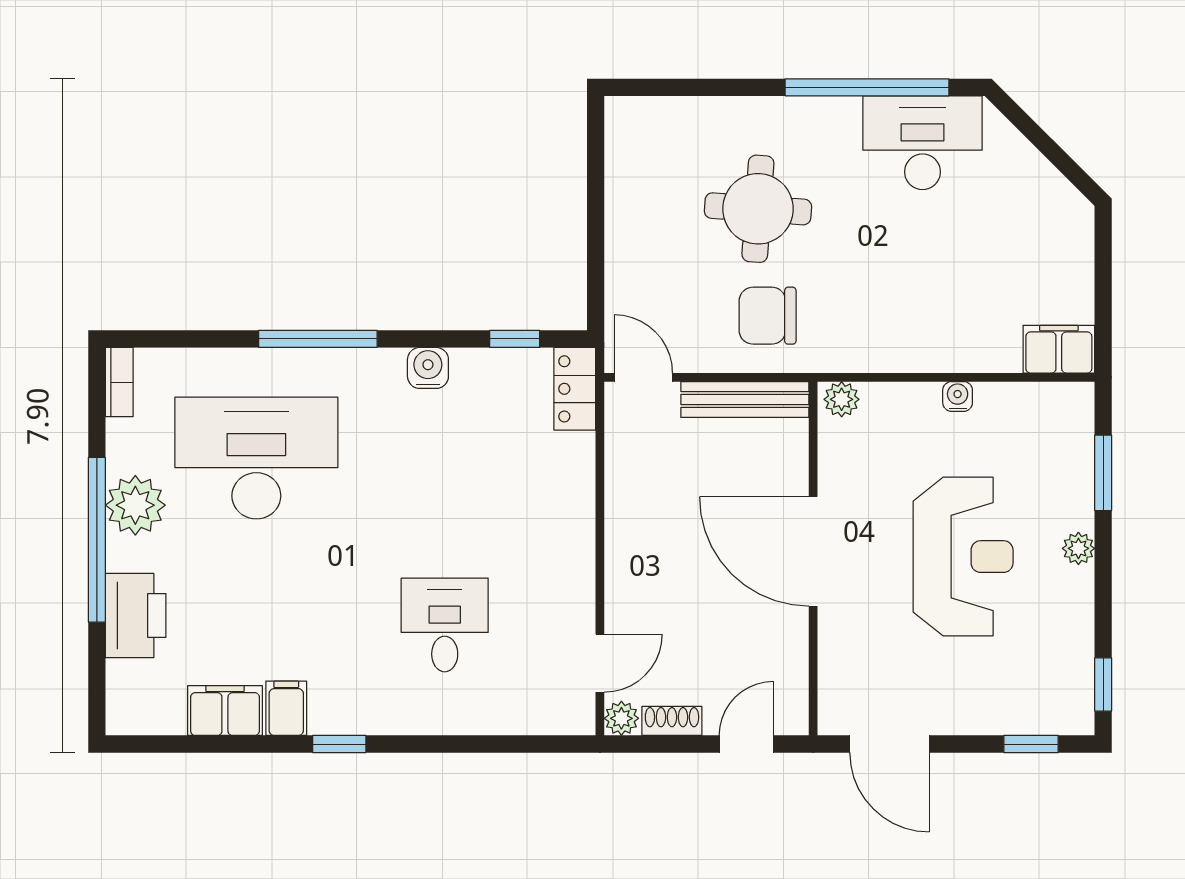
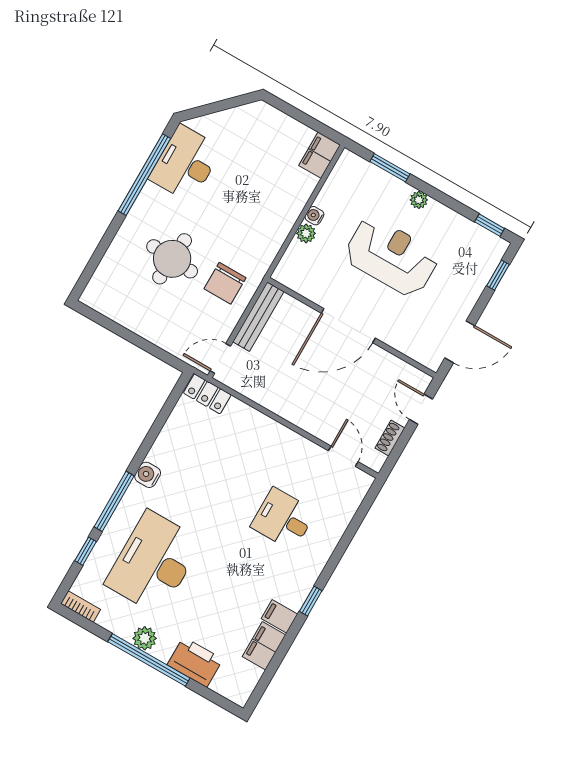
window: (515, 339) -> (86, 551), moved
water cooler: (428, 368) -> (148, 475), moved
plant: (842, 399) -> (306, 233), moved
plant: (135, 505) -> (145, 638), width x0.73, depth x0.73
plant: (621, 718) -> (375, 461), removed

